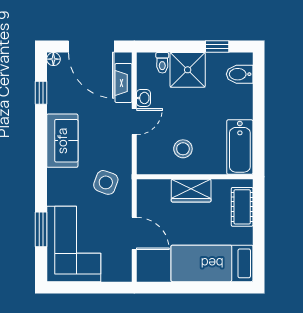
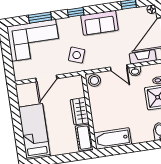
stool: (183, 149) -> (94, 80), moved
window: (41, 174) -> (76, 12), added
cot: (242, 207) -> (84, 138), moved, turned 90

